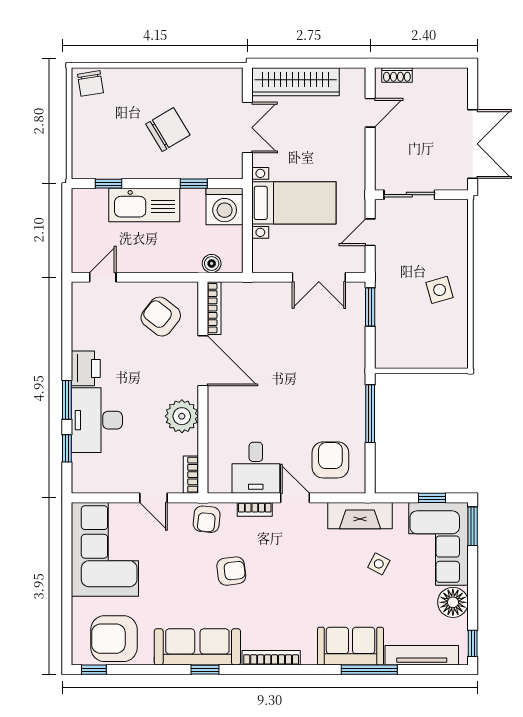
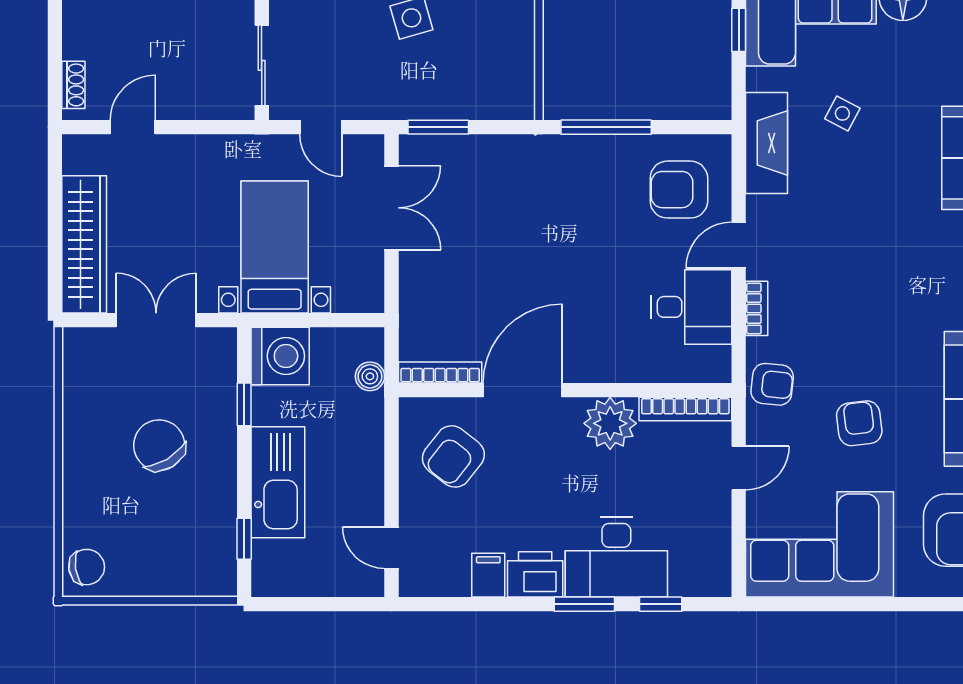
door: (370, 113) -> (133, 127), hinge flipped
filing cabinet: (85, 339) -> (488, 575), added
bookcase: (191, 475) -> (685, 409), width x1.56
armchair: (231, 571) -> (859, 423), moved

